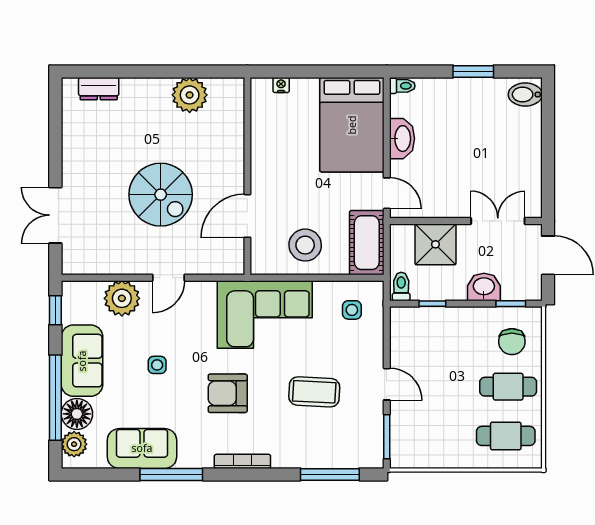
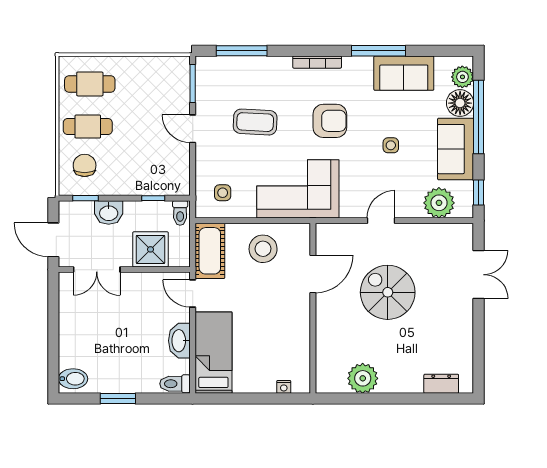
toilet: (402, 86) -> (175, 384), width x1.37, depth x1.39
bed: (352, 125) -> (213, 353), width x0.67
plant: (122, 298) -> (439, 203), moved

